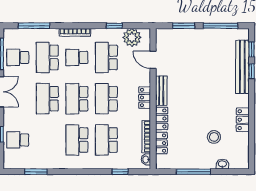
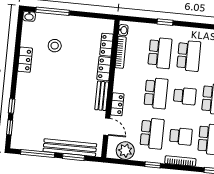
window: (114, 26) -> (153, 165), moved
bench: (242, 67) -> (70, 148), moved, turned 90
locker: (145, 98) -> (117, 104), moved
school desk: (77, 99) -> (185, 96), width x0.54
washbasin: (222, 164) -> (29, 16), moved
window: (120, 172) -> (165, 22), moved
window: (193, 172) -> (53, 11), moved

